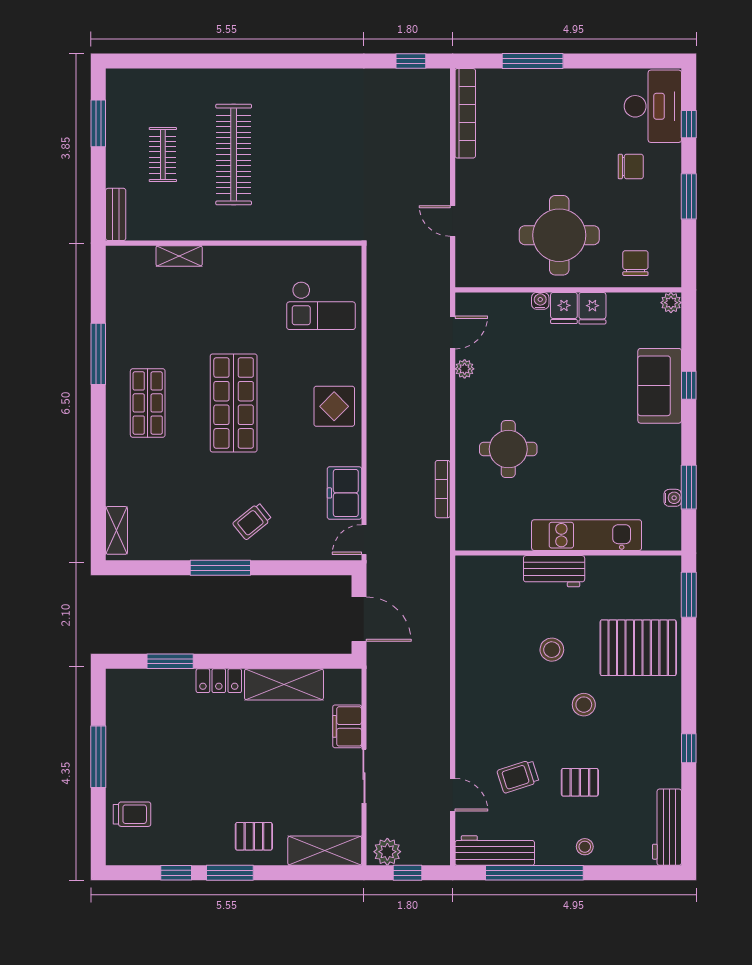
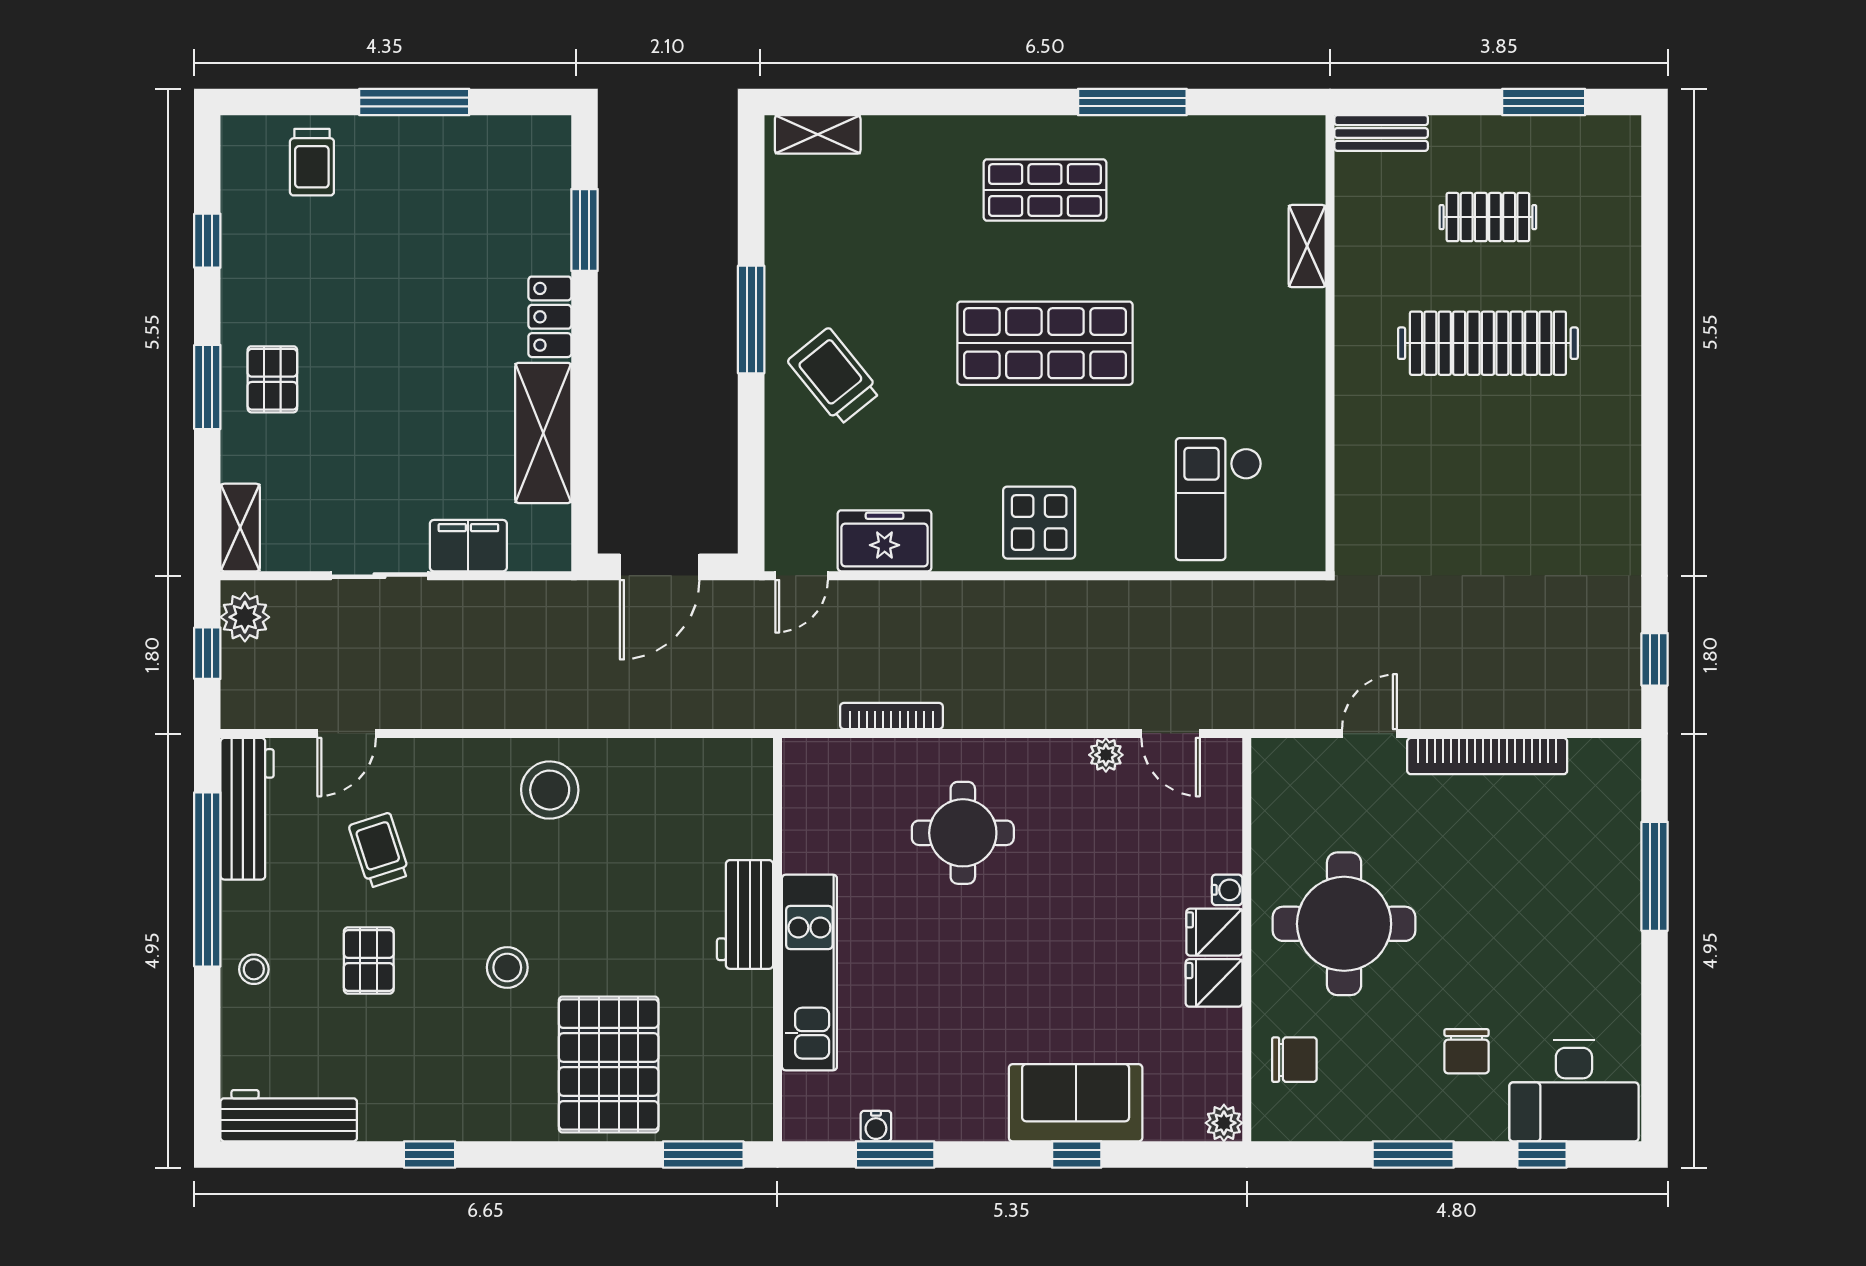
bookcase: (465, 113) -> (1487, 756), moved
trolley: (252, 521) -> (834, 376), width x1.36, depth x1.39
door: (364, 540) -> (802, 576), swing flipped
stool: (552, 650) -> (550, 790), moved, width x1.38, depth x1.38
shelving: (325, 851) -> (240, 527), width x0.67, depth x0.75
window: (230, 873) -> (207, 387), moved

